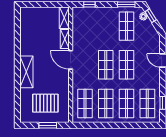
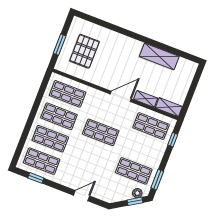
shop shelf: (127, 65) -> (151, 126), moved
shelving: (26, 72) -> (159, 56), moved

